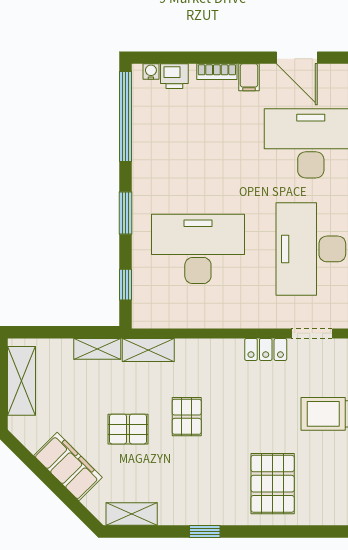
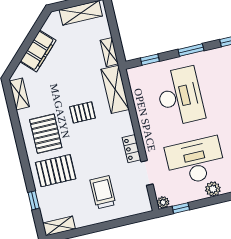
shelving: (148, 350) -> (115, 89), width x1.50, depth x1.33
pallet: (128, 429) -> (46, 134), moved, width x1.50, depth x1.42
window: (205, 532) -> (34, 200), moved

